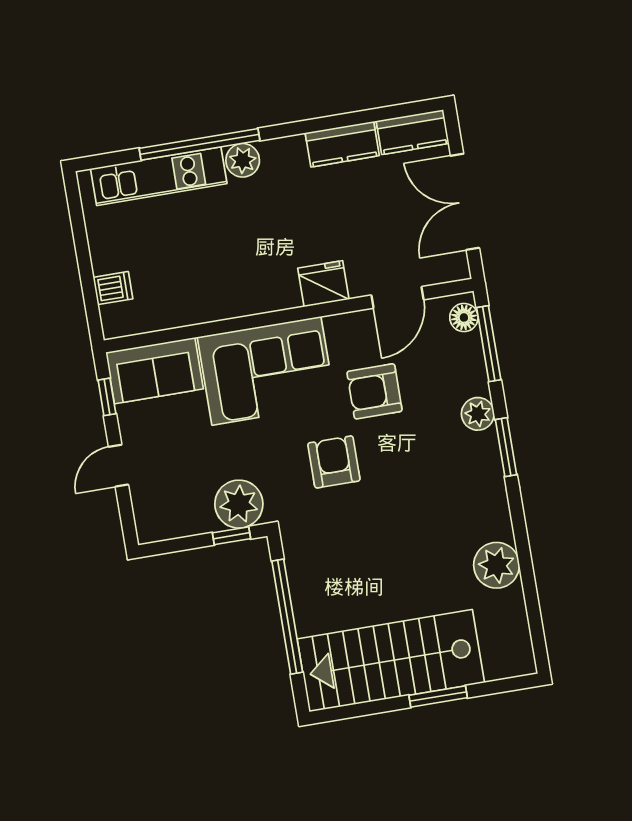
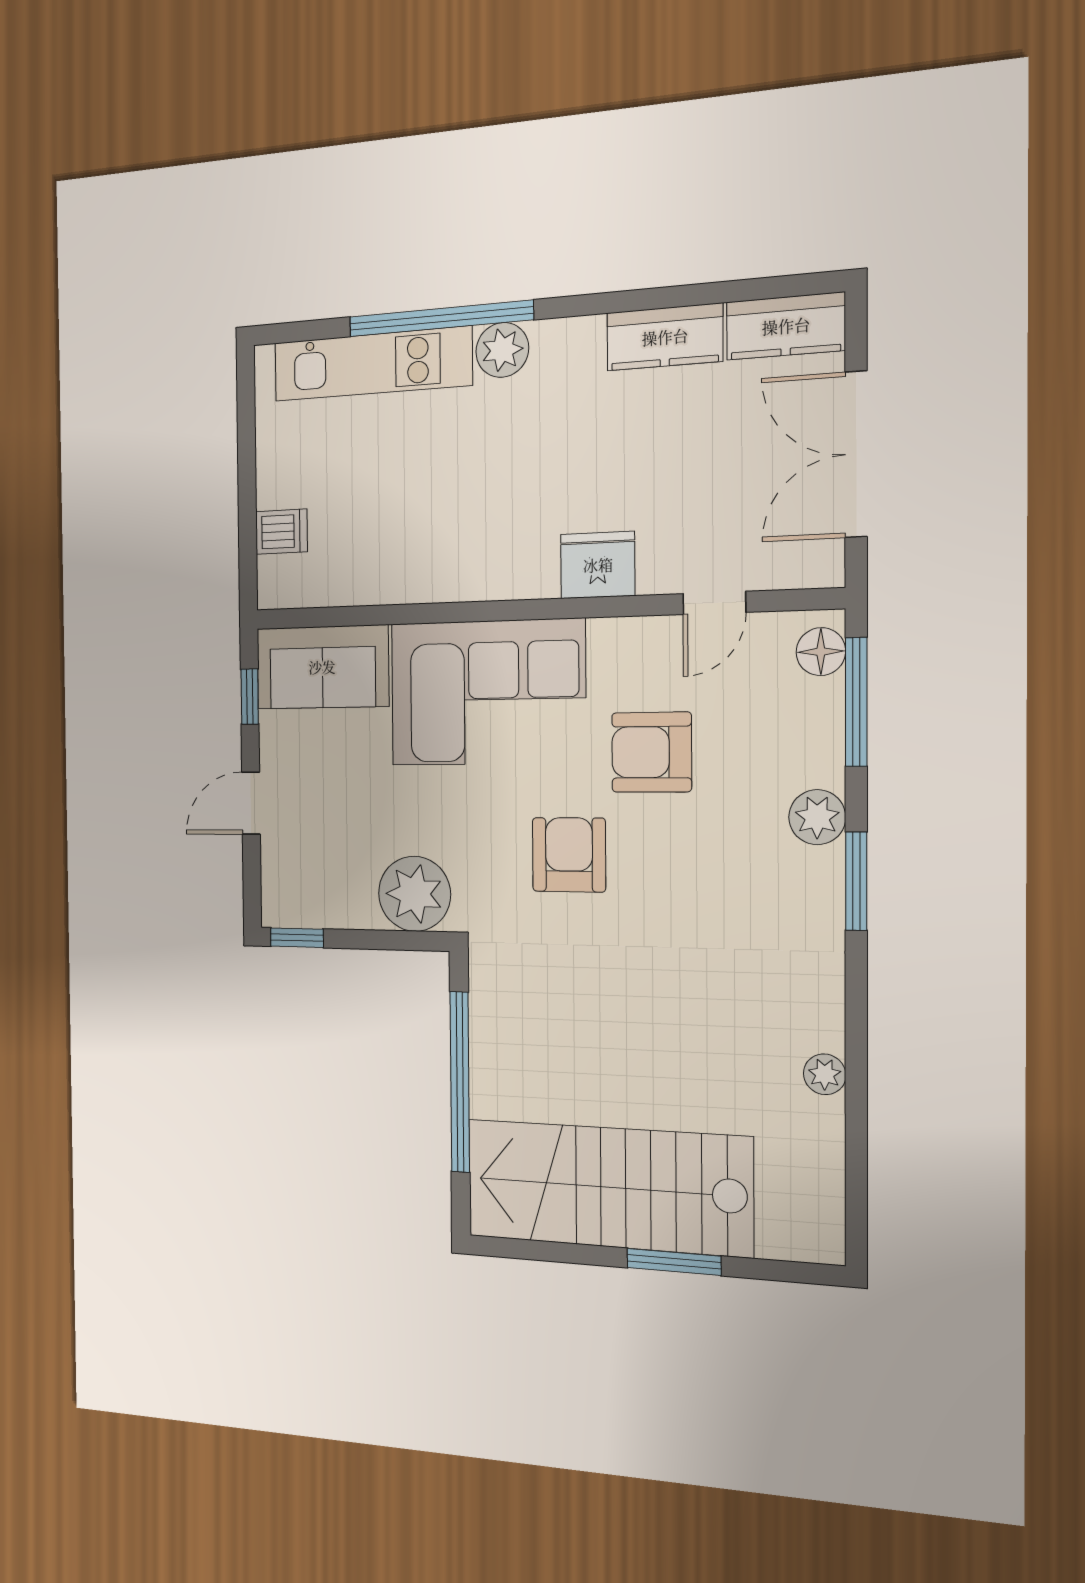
door: (398, 297) -> (714, 603), width x0.73
window: (231, 536) -> (297, 938), moved
plant: (497, 565) -> (825, 1074), width x0.53, depth x0.53

